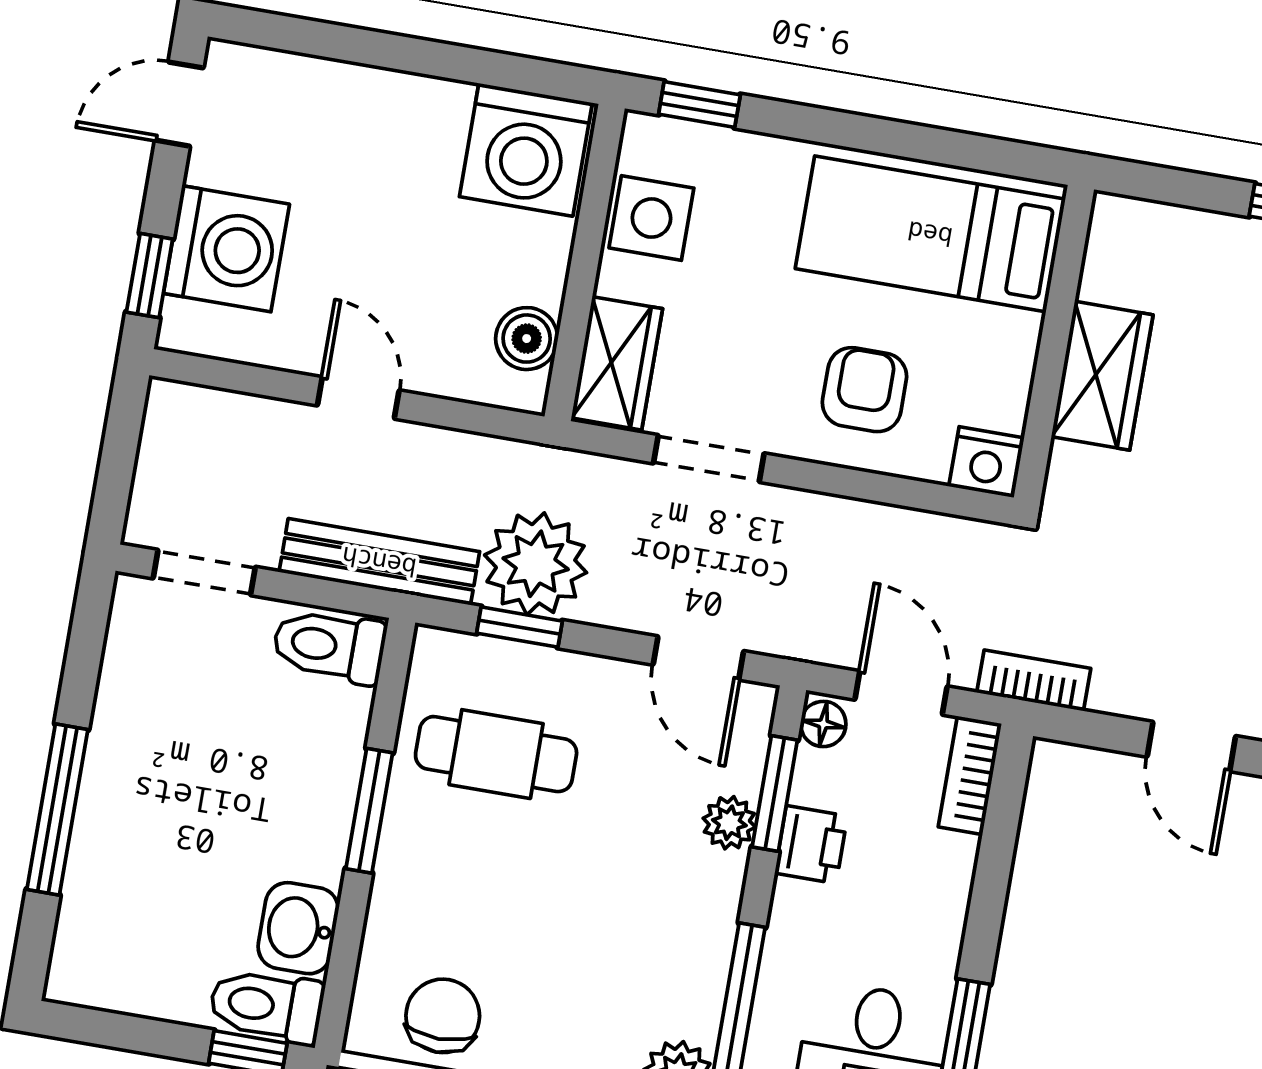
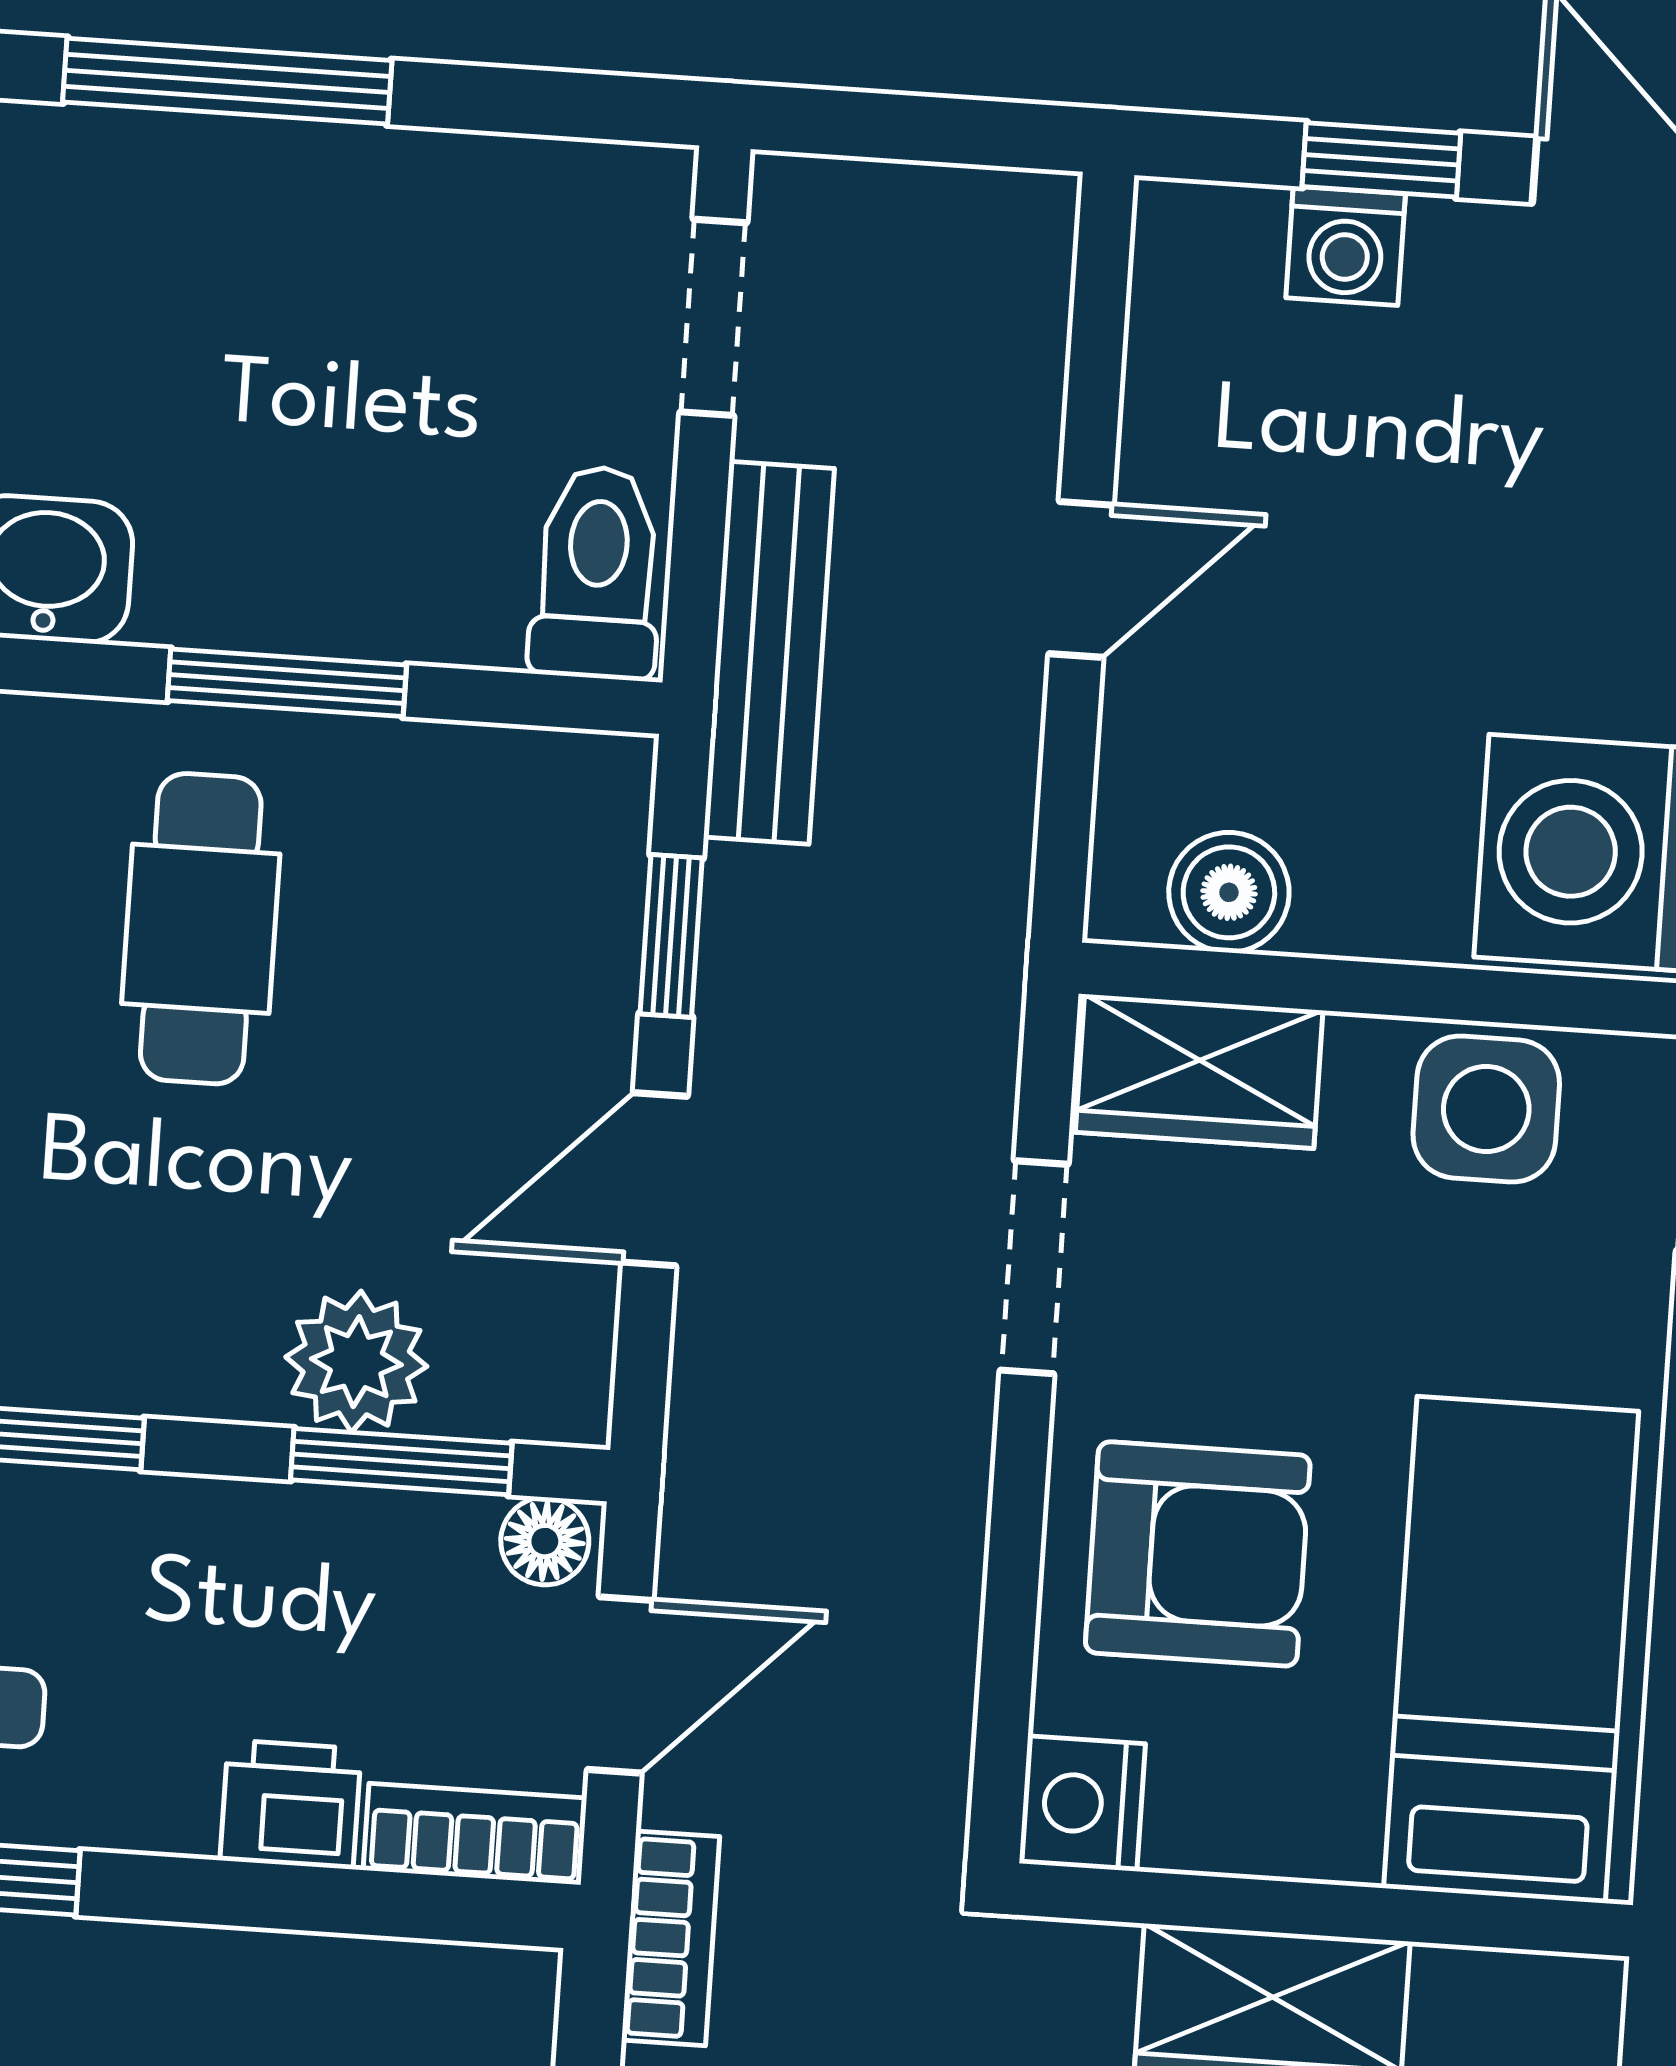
washing machine: (226, 249) -> (1346, 246), width x0.53, depth x0.53
window: (150, 276) -> (1381, 160), moved
armchair: (864, 390) -> (1198, 1554), width x1.38, depth x1.38
plant: (536, 564) -> (796, 954), removed
door: (698, 658) -> (655, 1179), moved
cafe table: (496, 754) -> (201, 929), moved
plant: (729, 823) -> (356, 1362), width x1.38, depth x1.38
printer: (811, 845) -> (291, 1804), moved, turned 180

